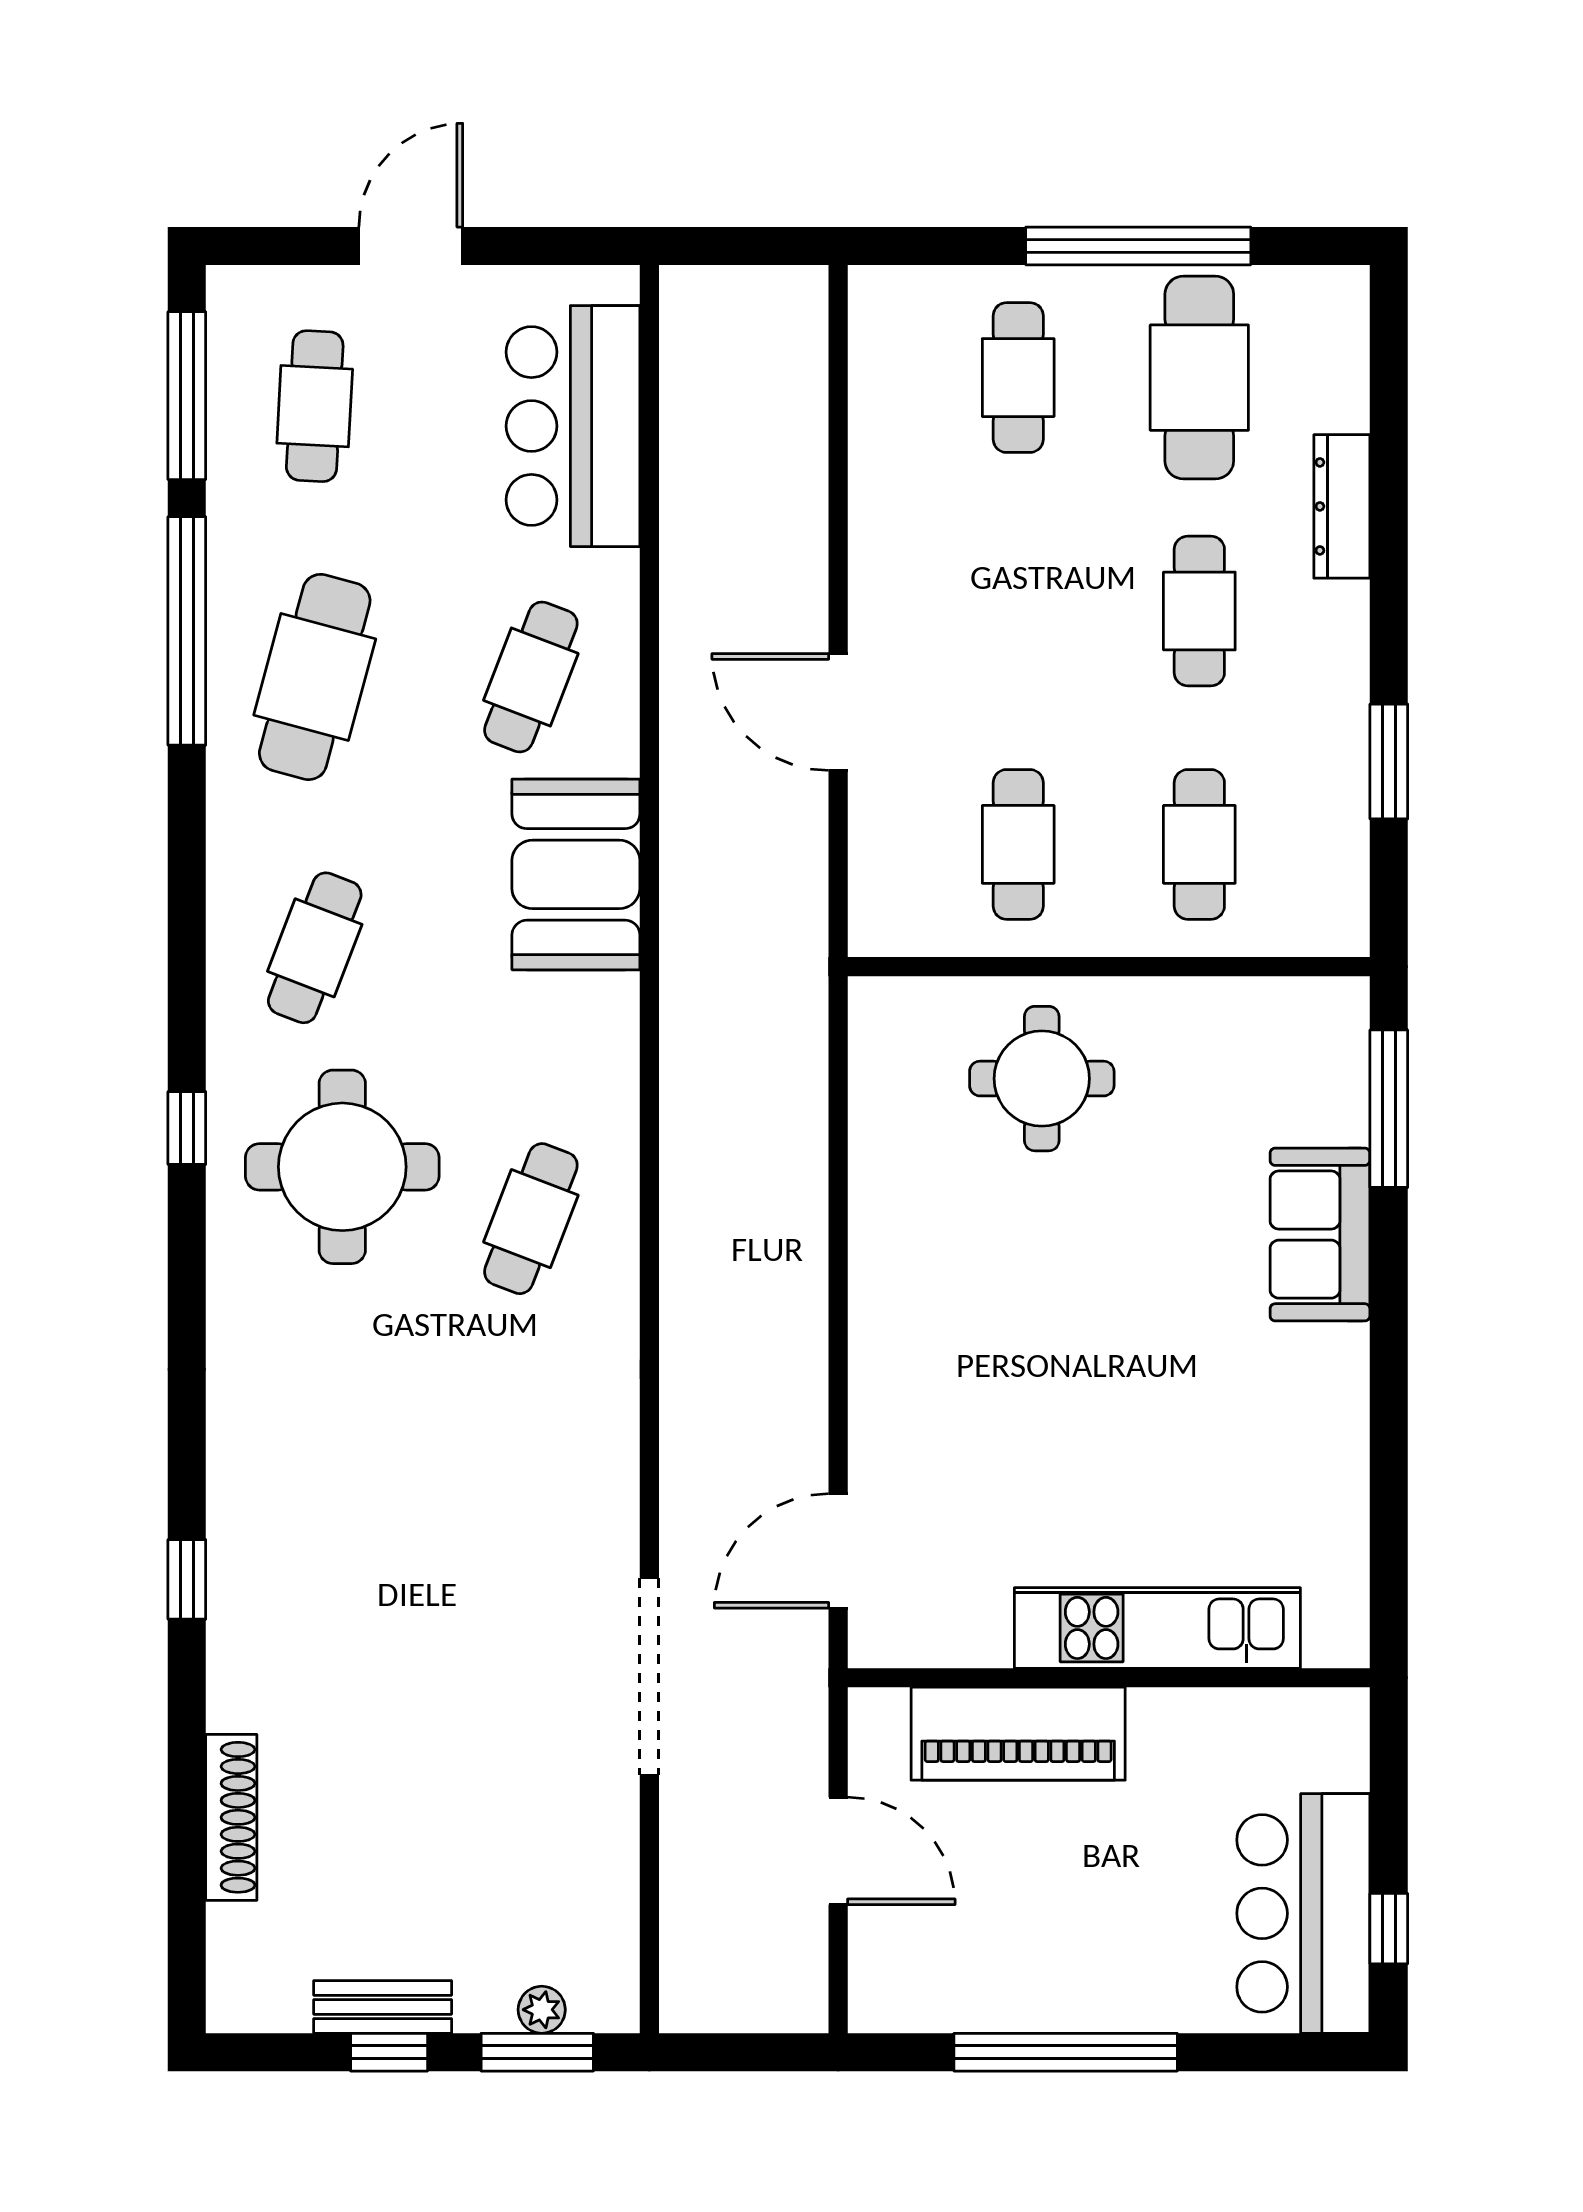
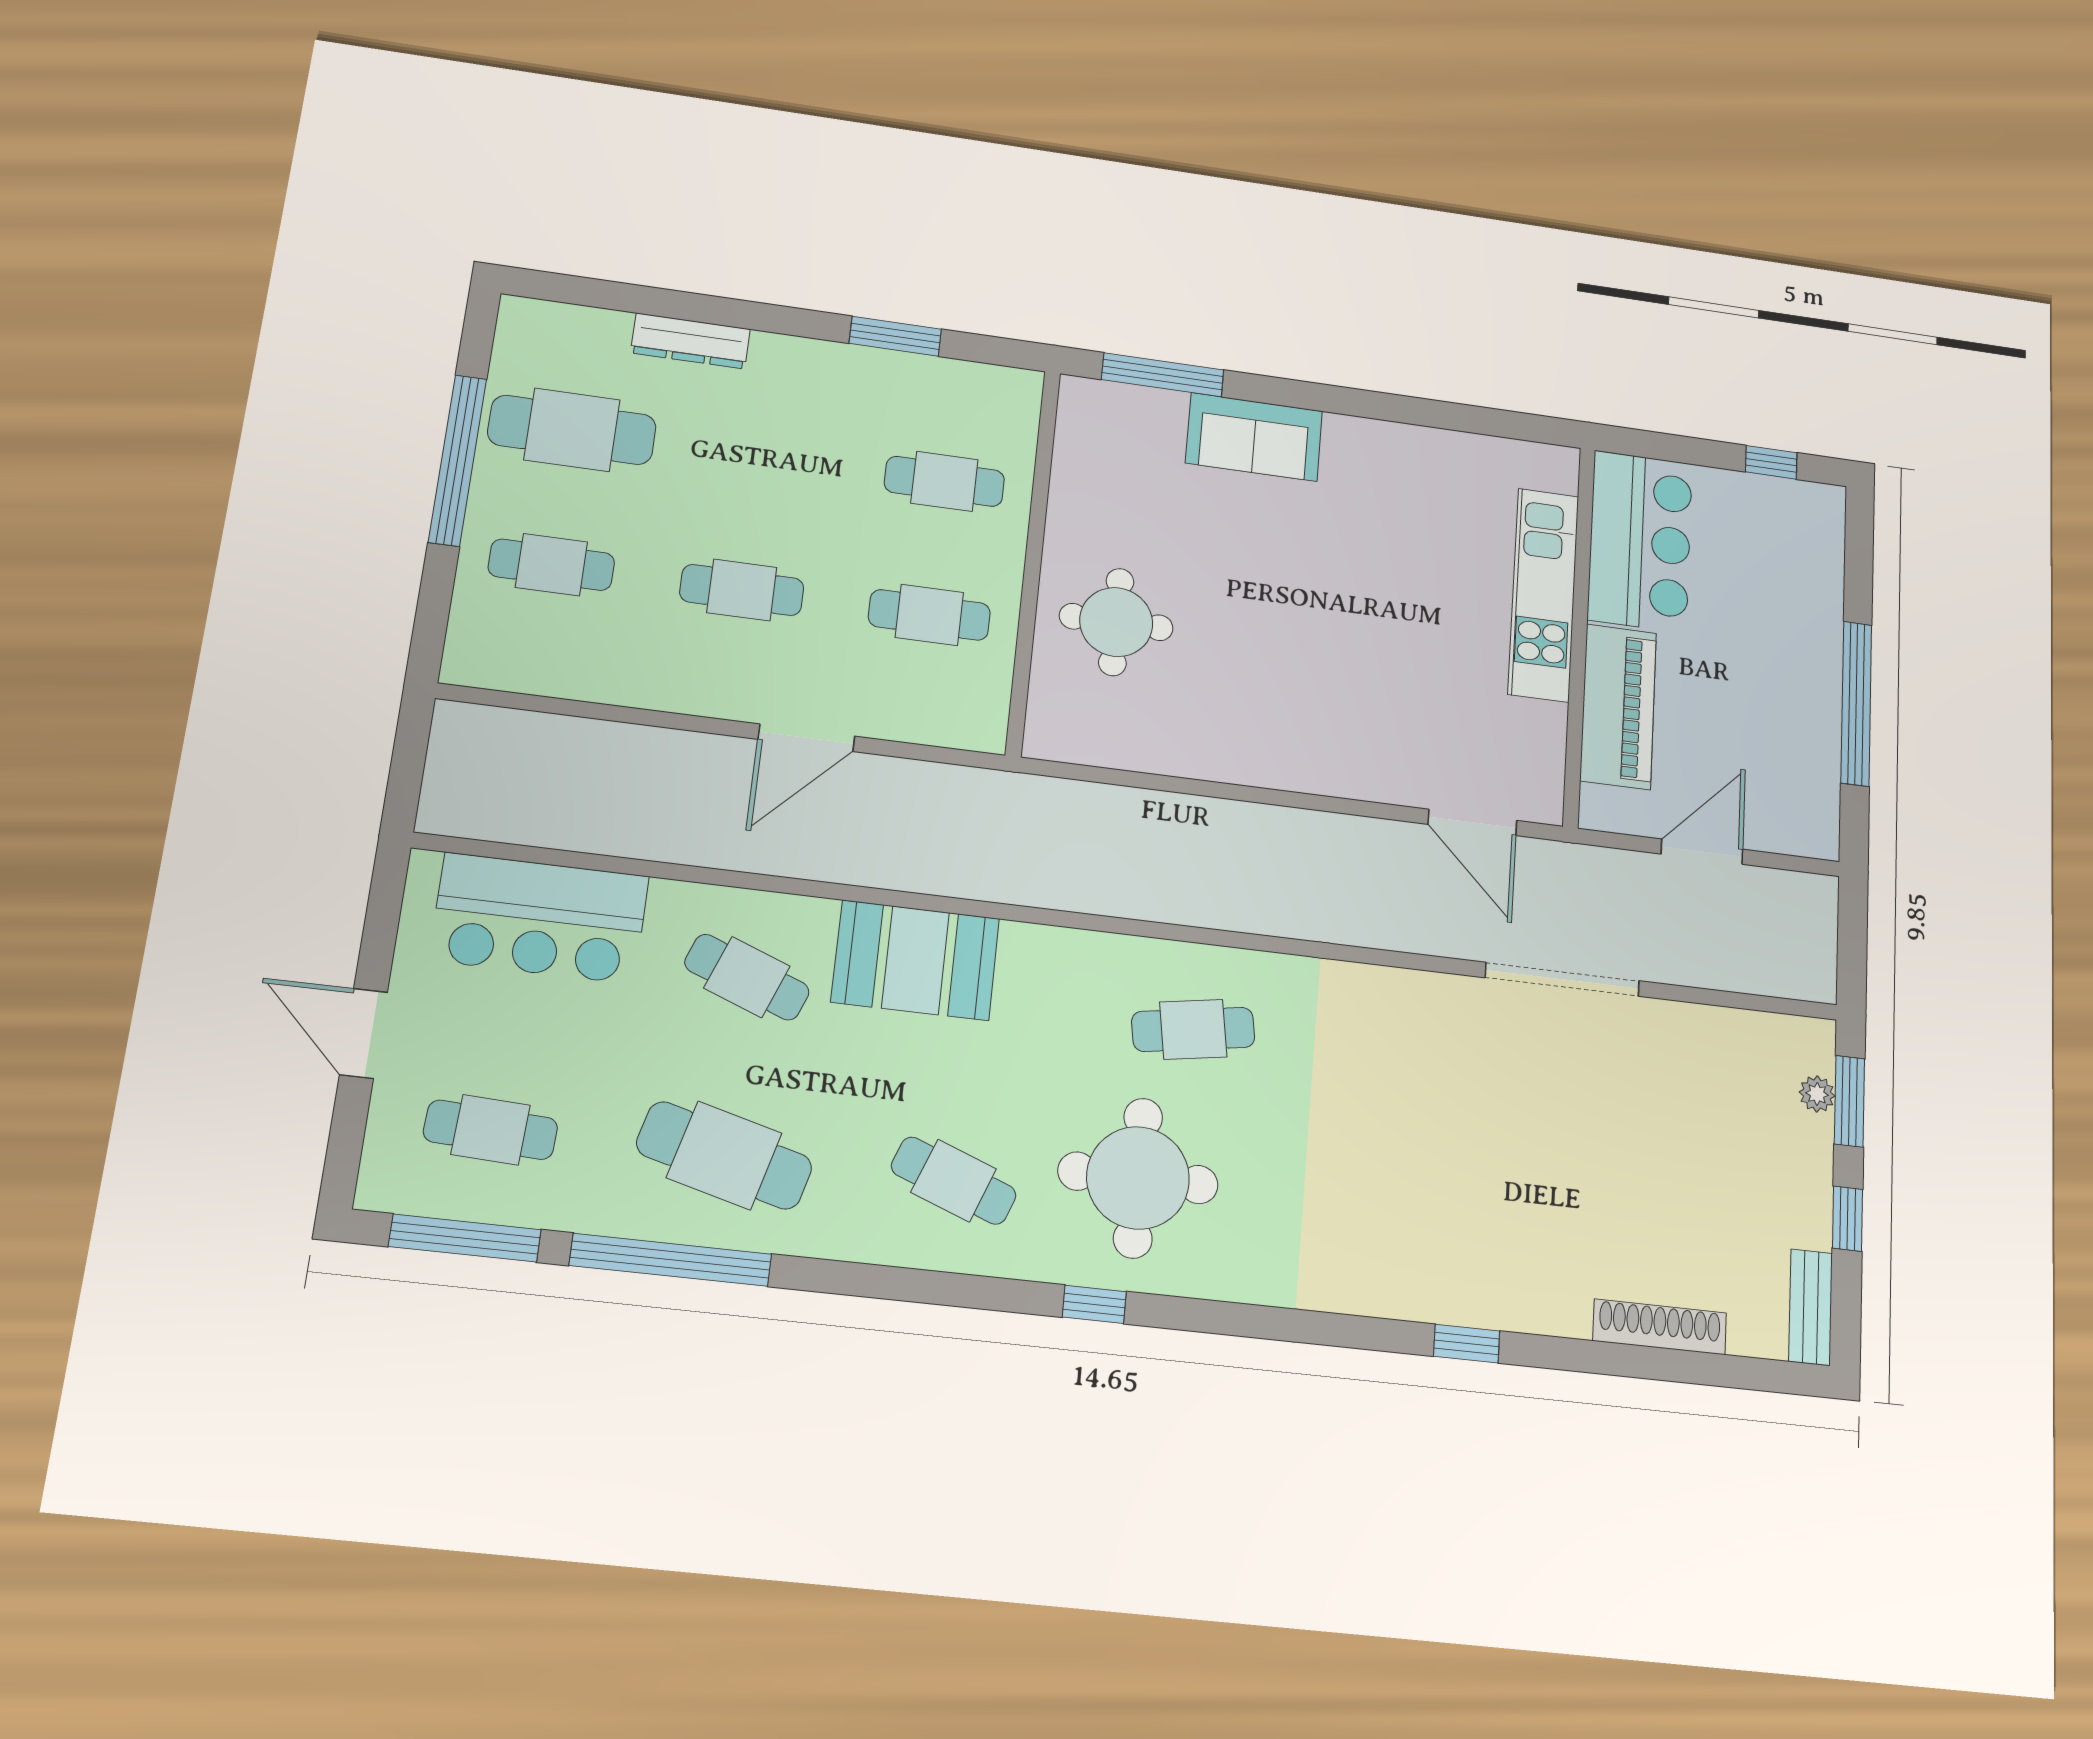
cafe table: (1199, 611) -> (742, 590), moved
cafe table: (531, 1219) -> (1193, 1029), turned -30
bar counter: (1303, 1913) -> (1640, 541), moved, turned -90
bench: (383, 2007) -> (1810, 1307), moved

